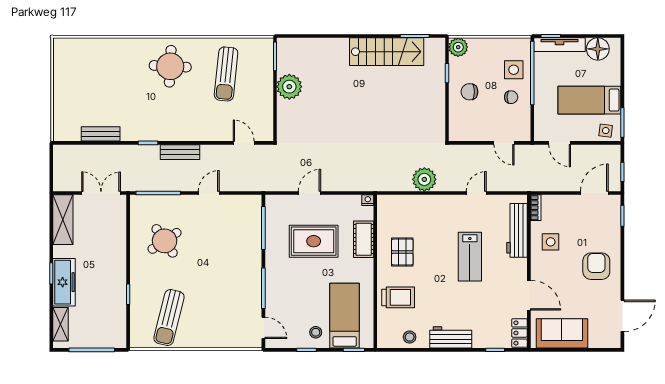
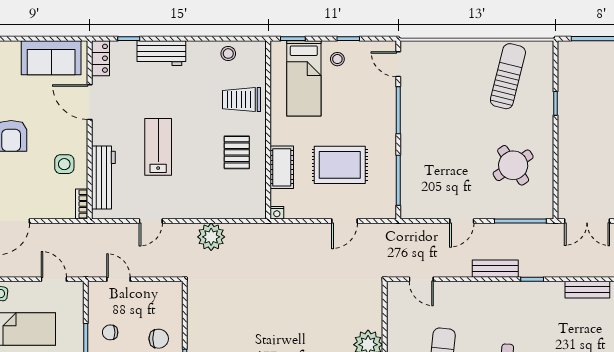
workbench: (451, 337) -> (161, 53), moved

